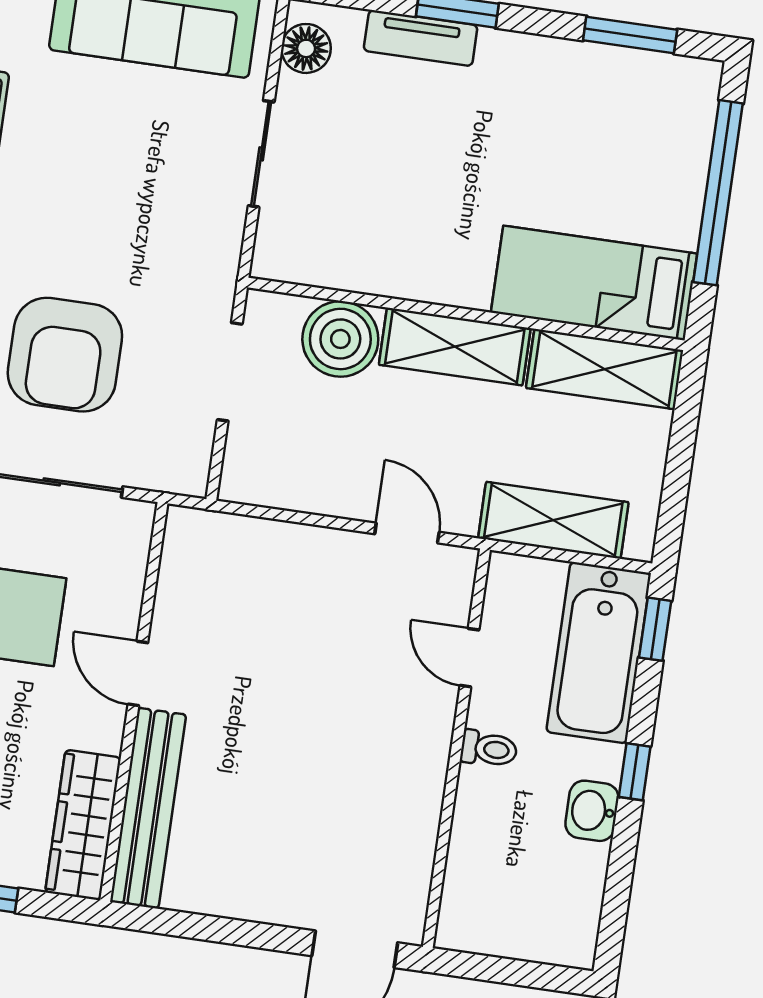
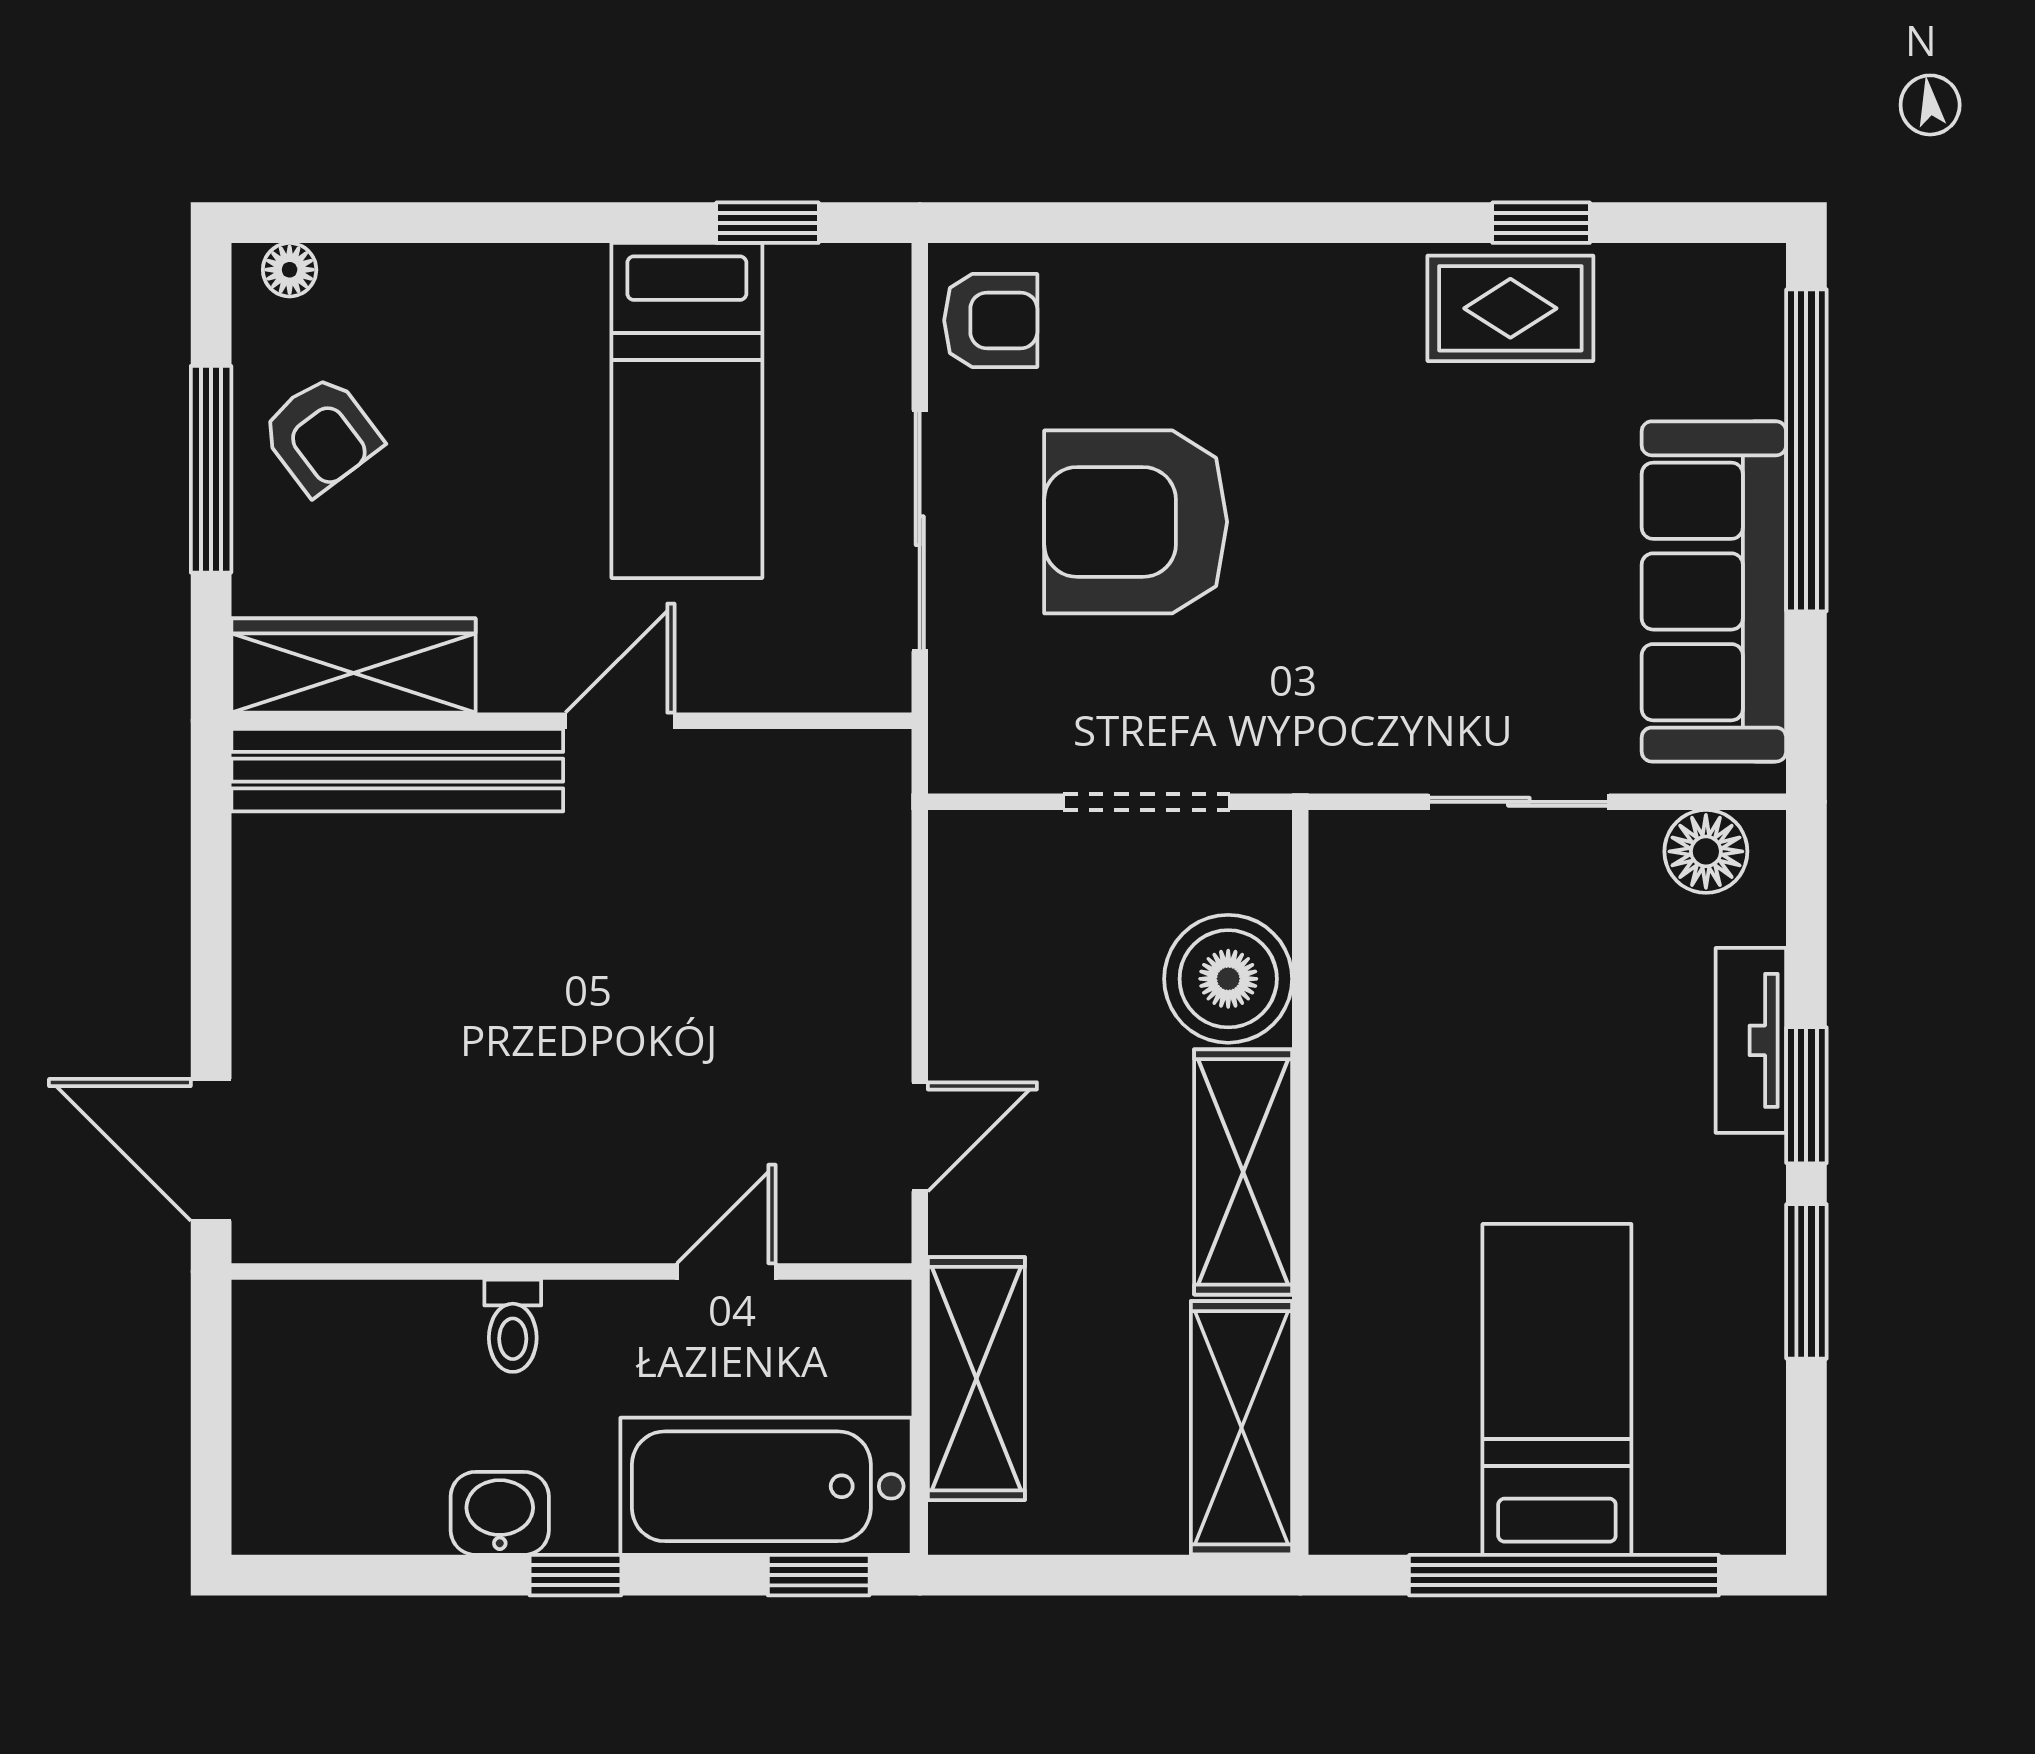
window: (630, 35) -> (1806, 1281), moved
bed: (594, 283) -> (1557, 1389), moved
toilet: (489, 749) -> (513, 1326), moved

